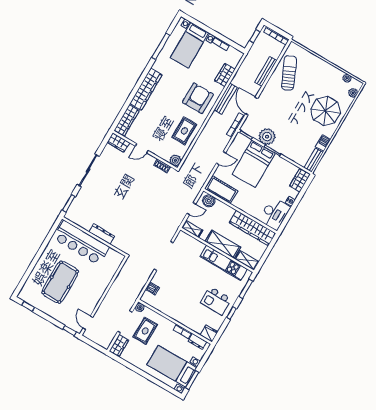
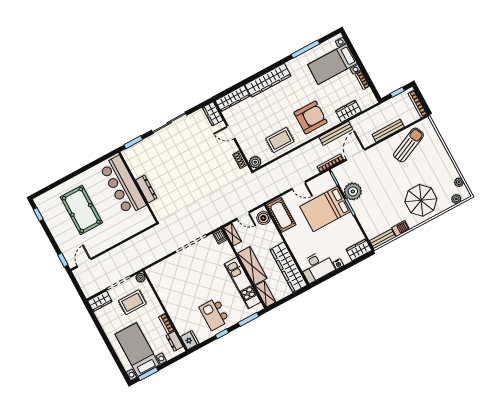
pool table: (60, 282) -> (81, 210), turned 90
dishwasher: (153, 288) -> (220, 236), moved

